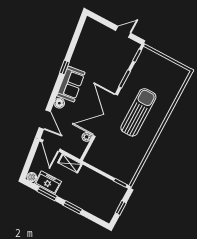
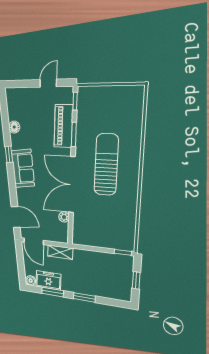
piano: (120, 69) -> (63, 126), added
floor lamp: (59, 103) -> (14, 127), moved

